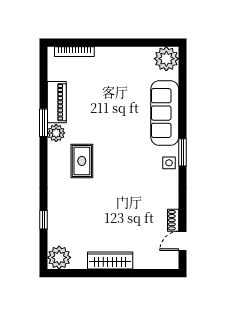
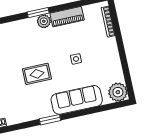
window: (44, 123) -> (38, 13), moved
rug: (82, 161) -> (37, 74), moved
side table: (169, 163) -> (76, 59), moved

